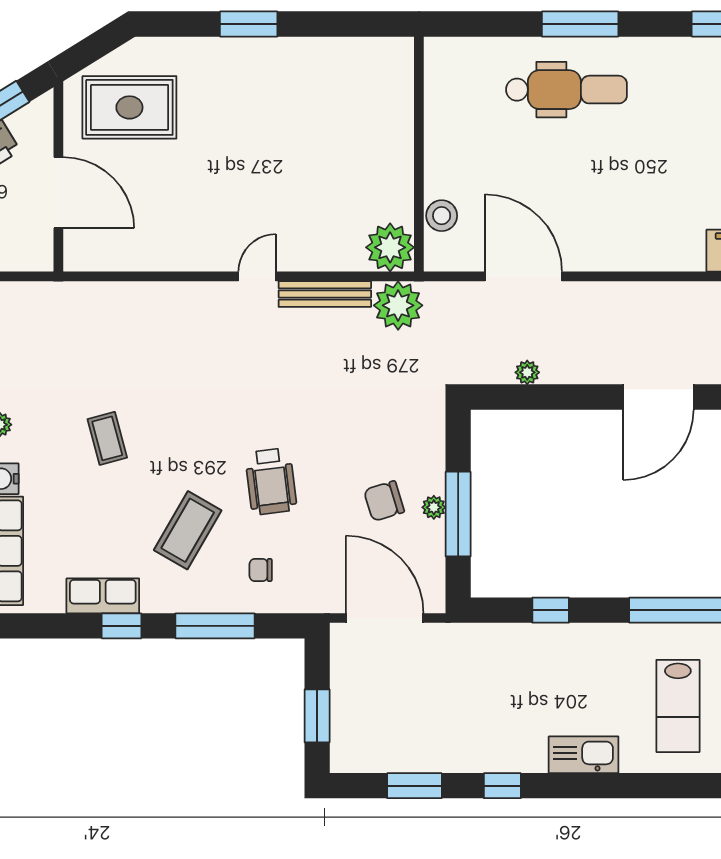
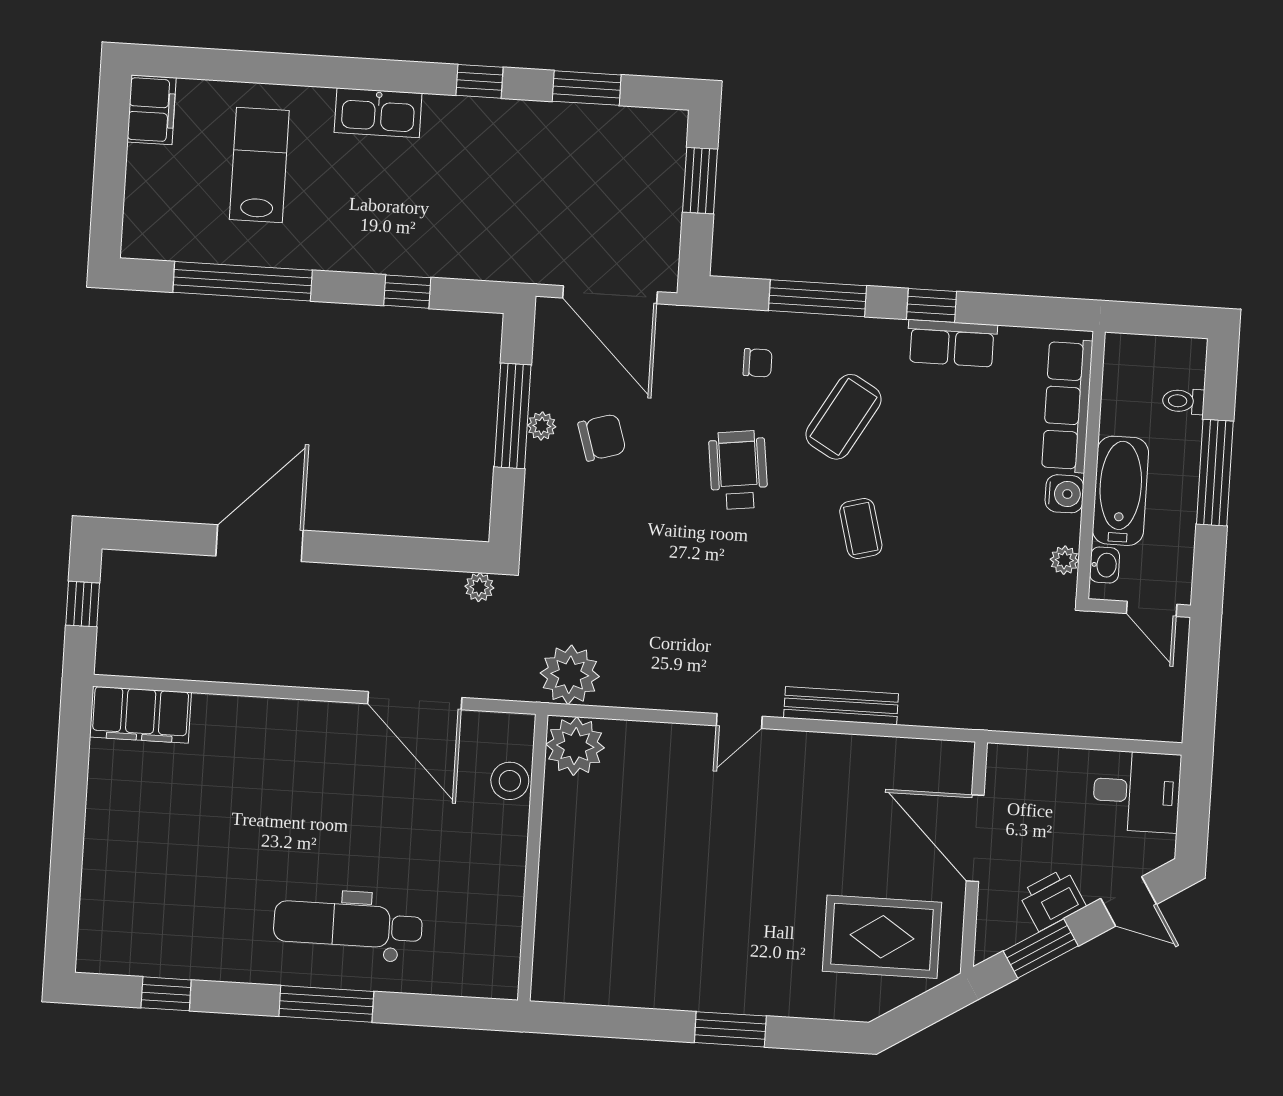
bench: (325, 294) -> (841, 706), moved
plant: (527, 372) -> (479, 587), moved
coffee table: (107, 438) -> (861, 529), moved

